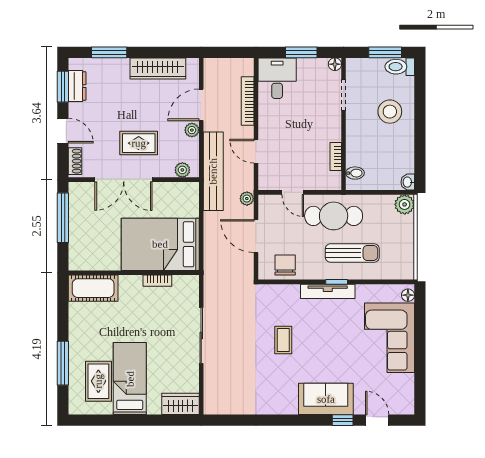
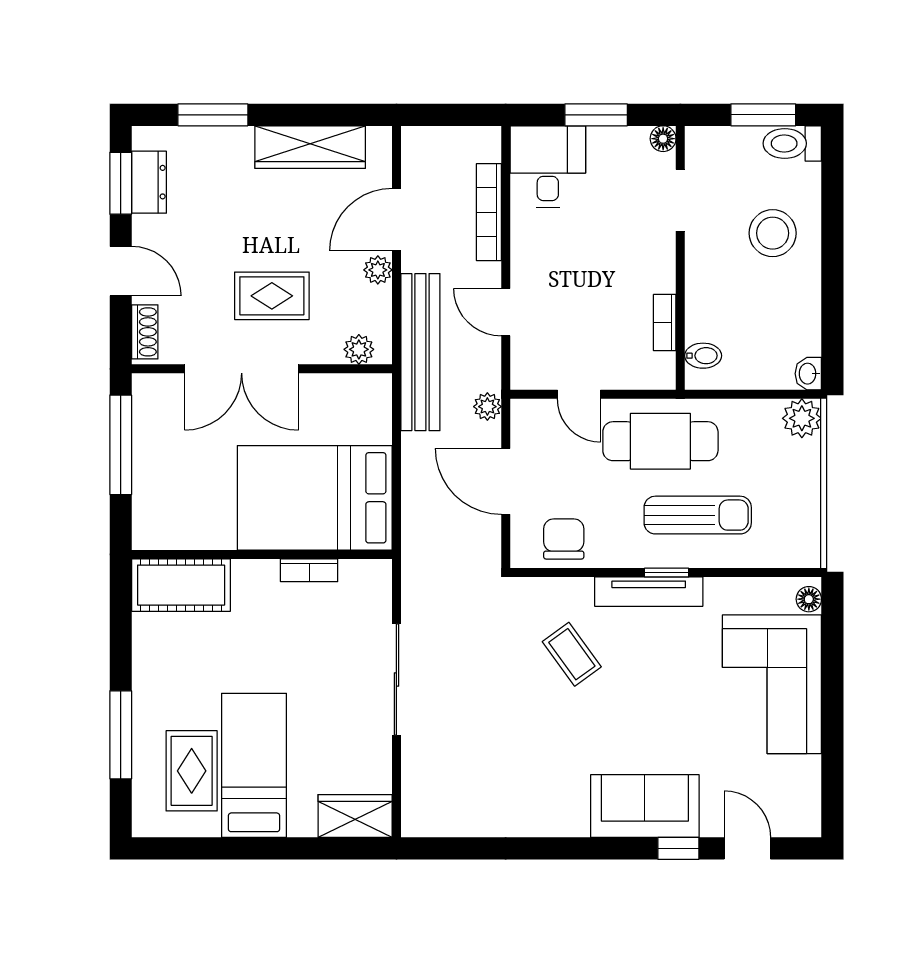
coffee table: (283, 340) -> (572, 654), moved, turned -36

